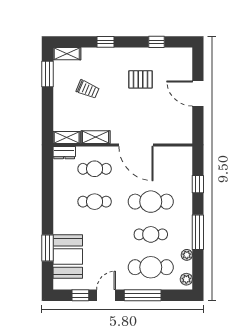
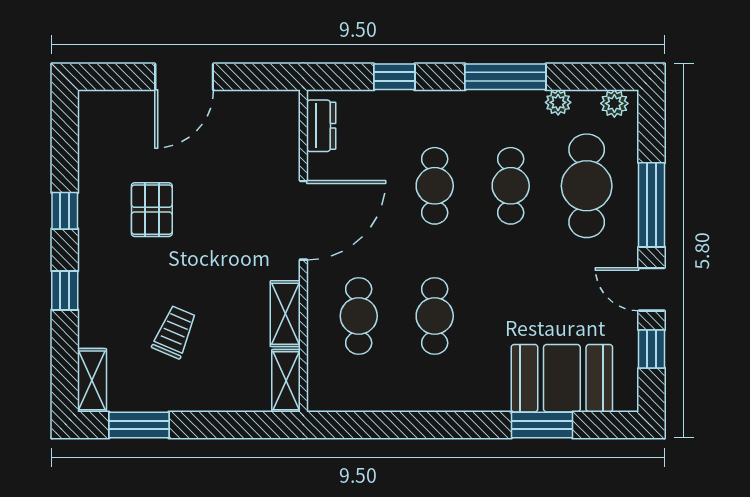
window: (156, 42) -> (65, 211), moved
dresser: (64, 153) -> (321, 126), moved
cafe table: (151, 202) -> (435, 186), width x0.73, depth x0.74

